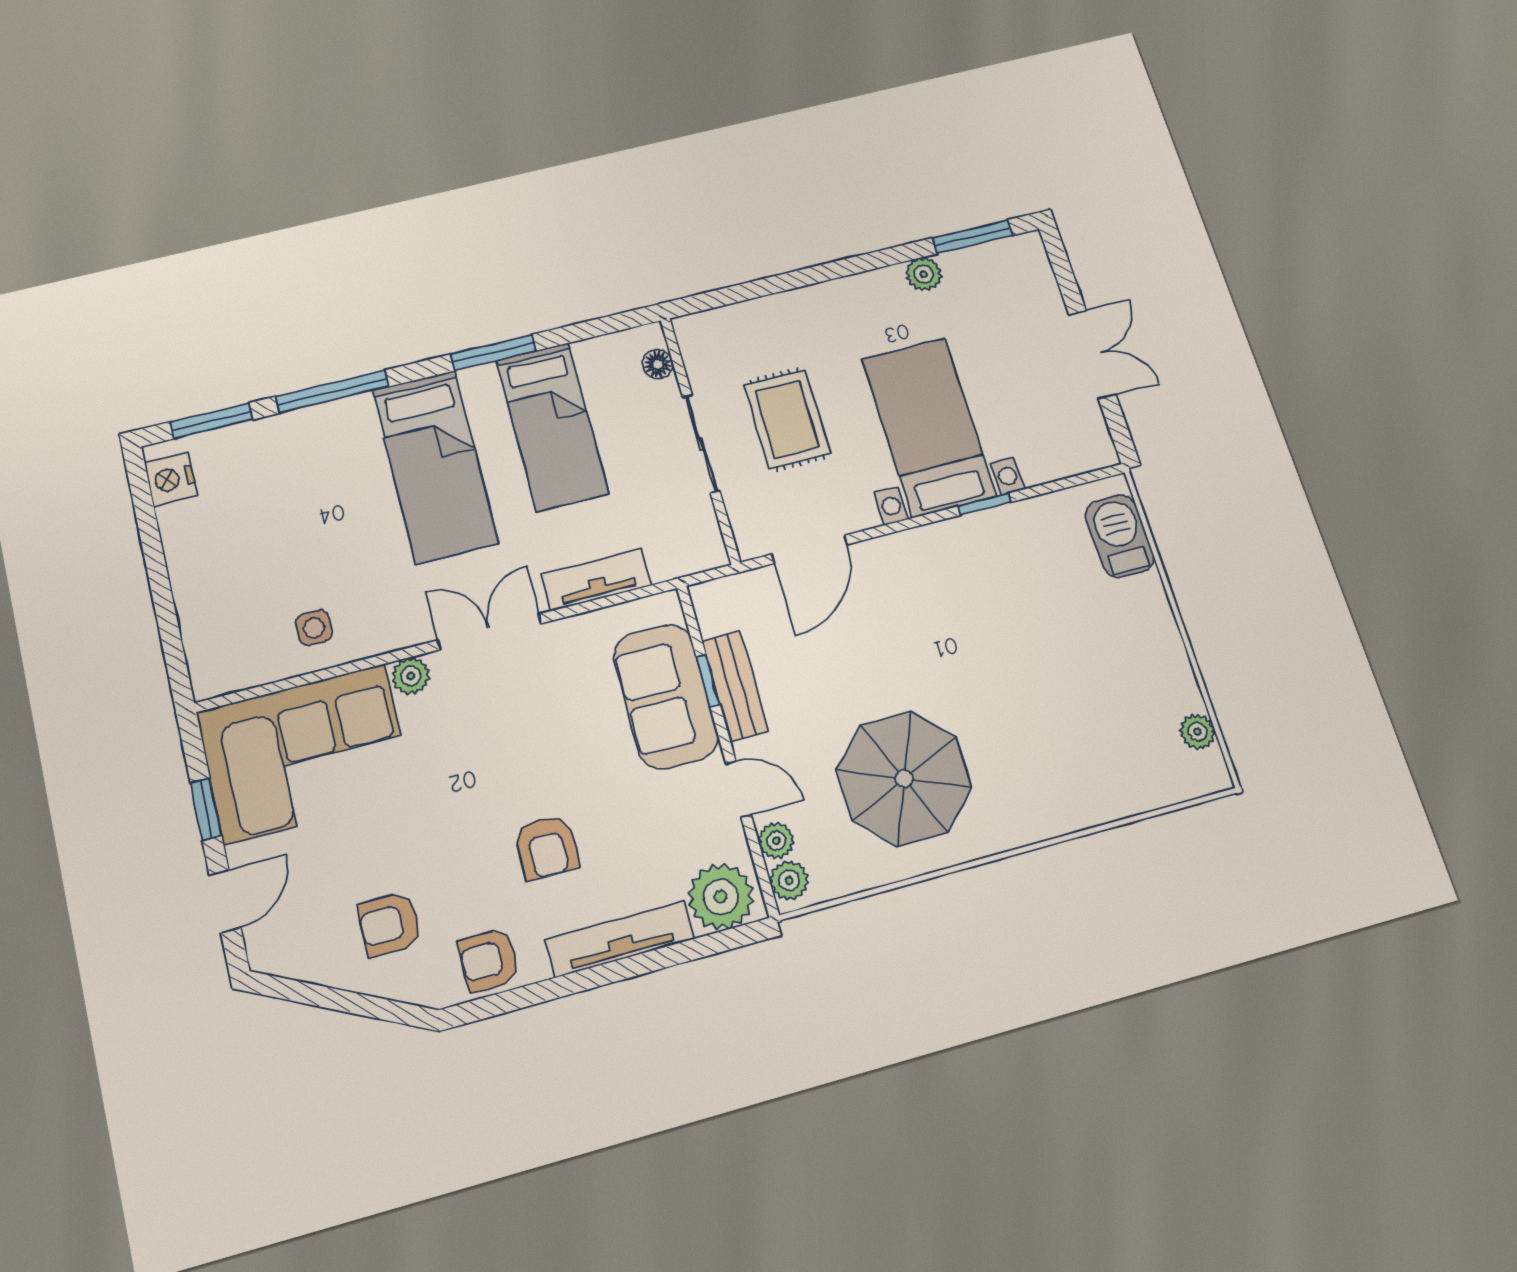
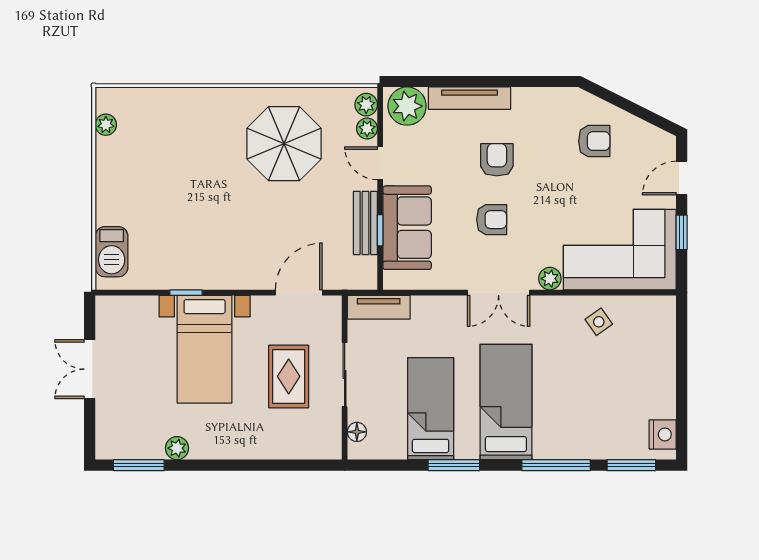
tv unit: (596, 580) -> (379, 307), moved
side table: (314, 628) -> (599, 322), turned -35
armchair: (489, 960) -> (492, 220), moved

